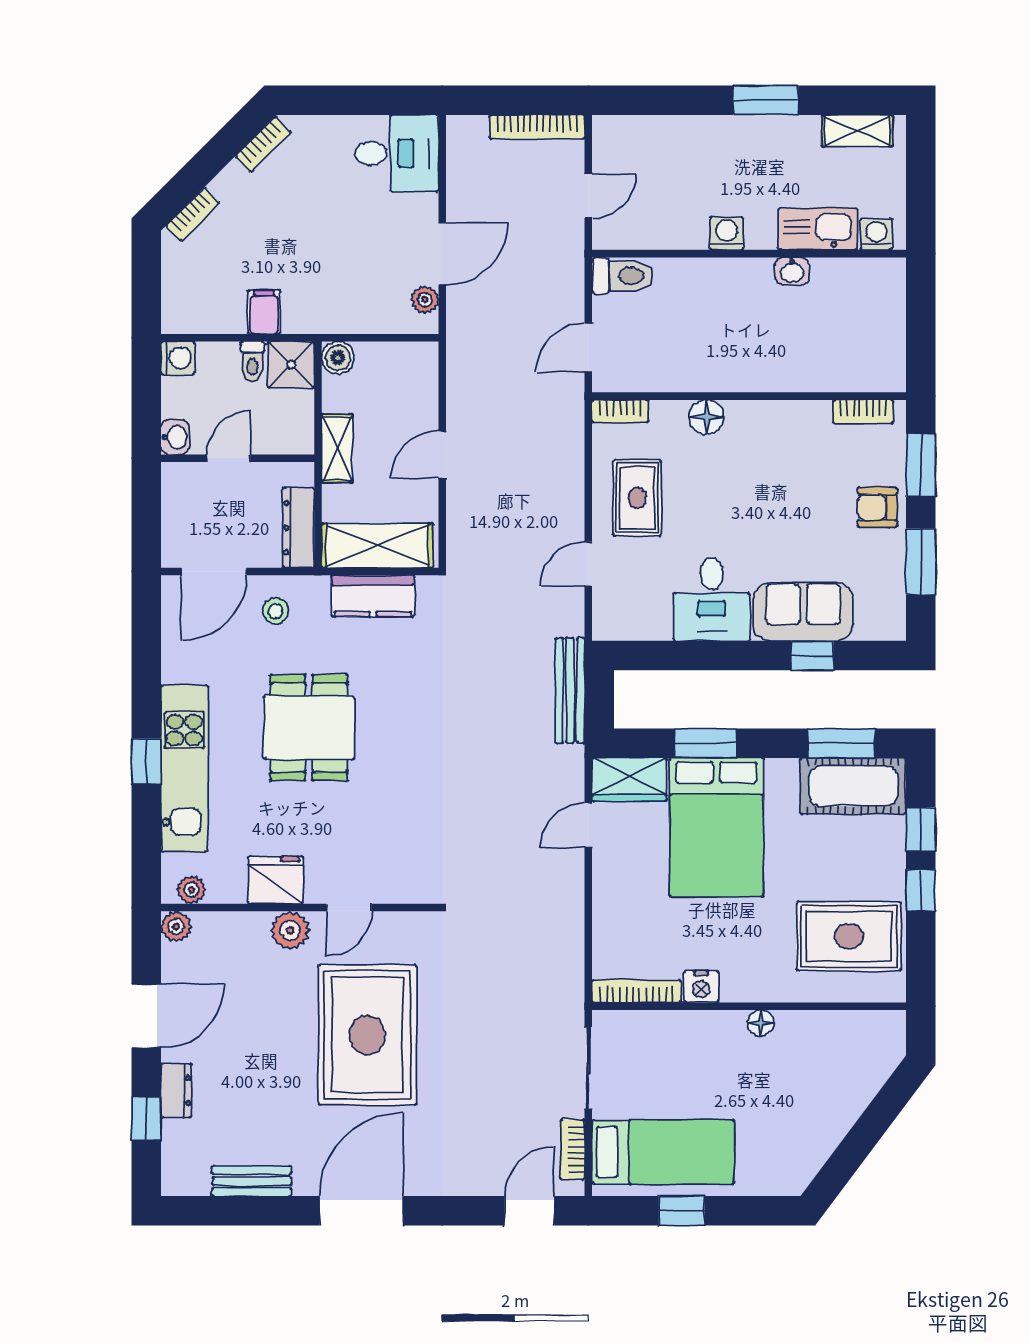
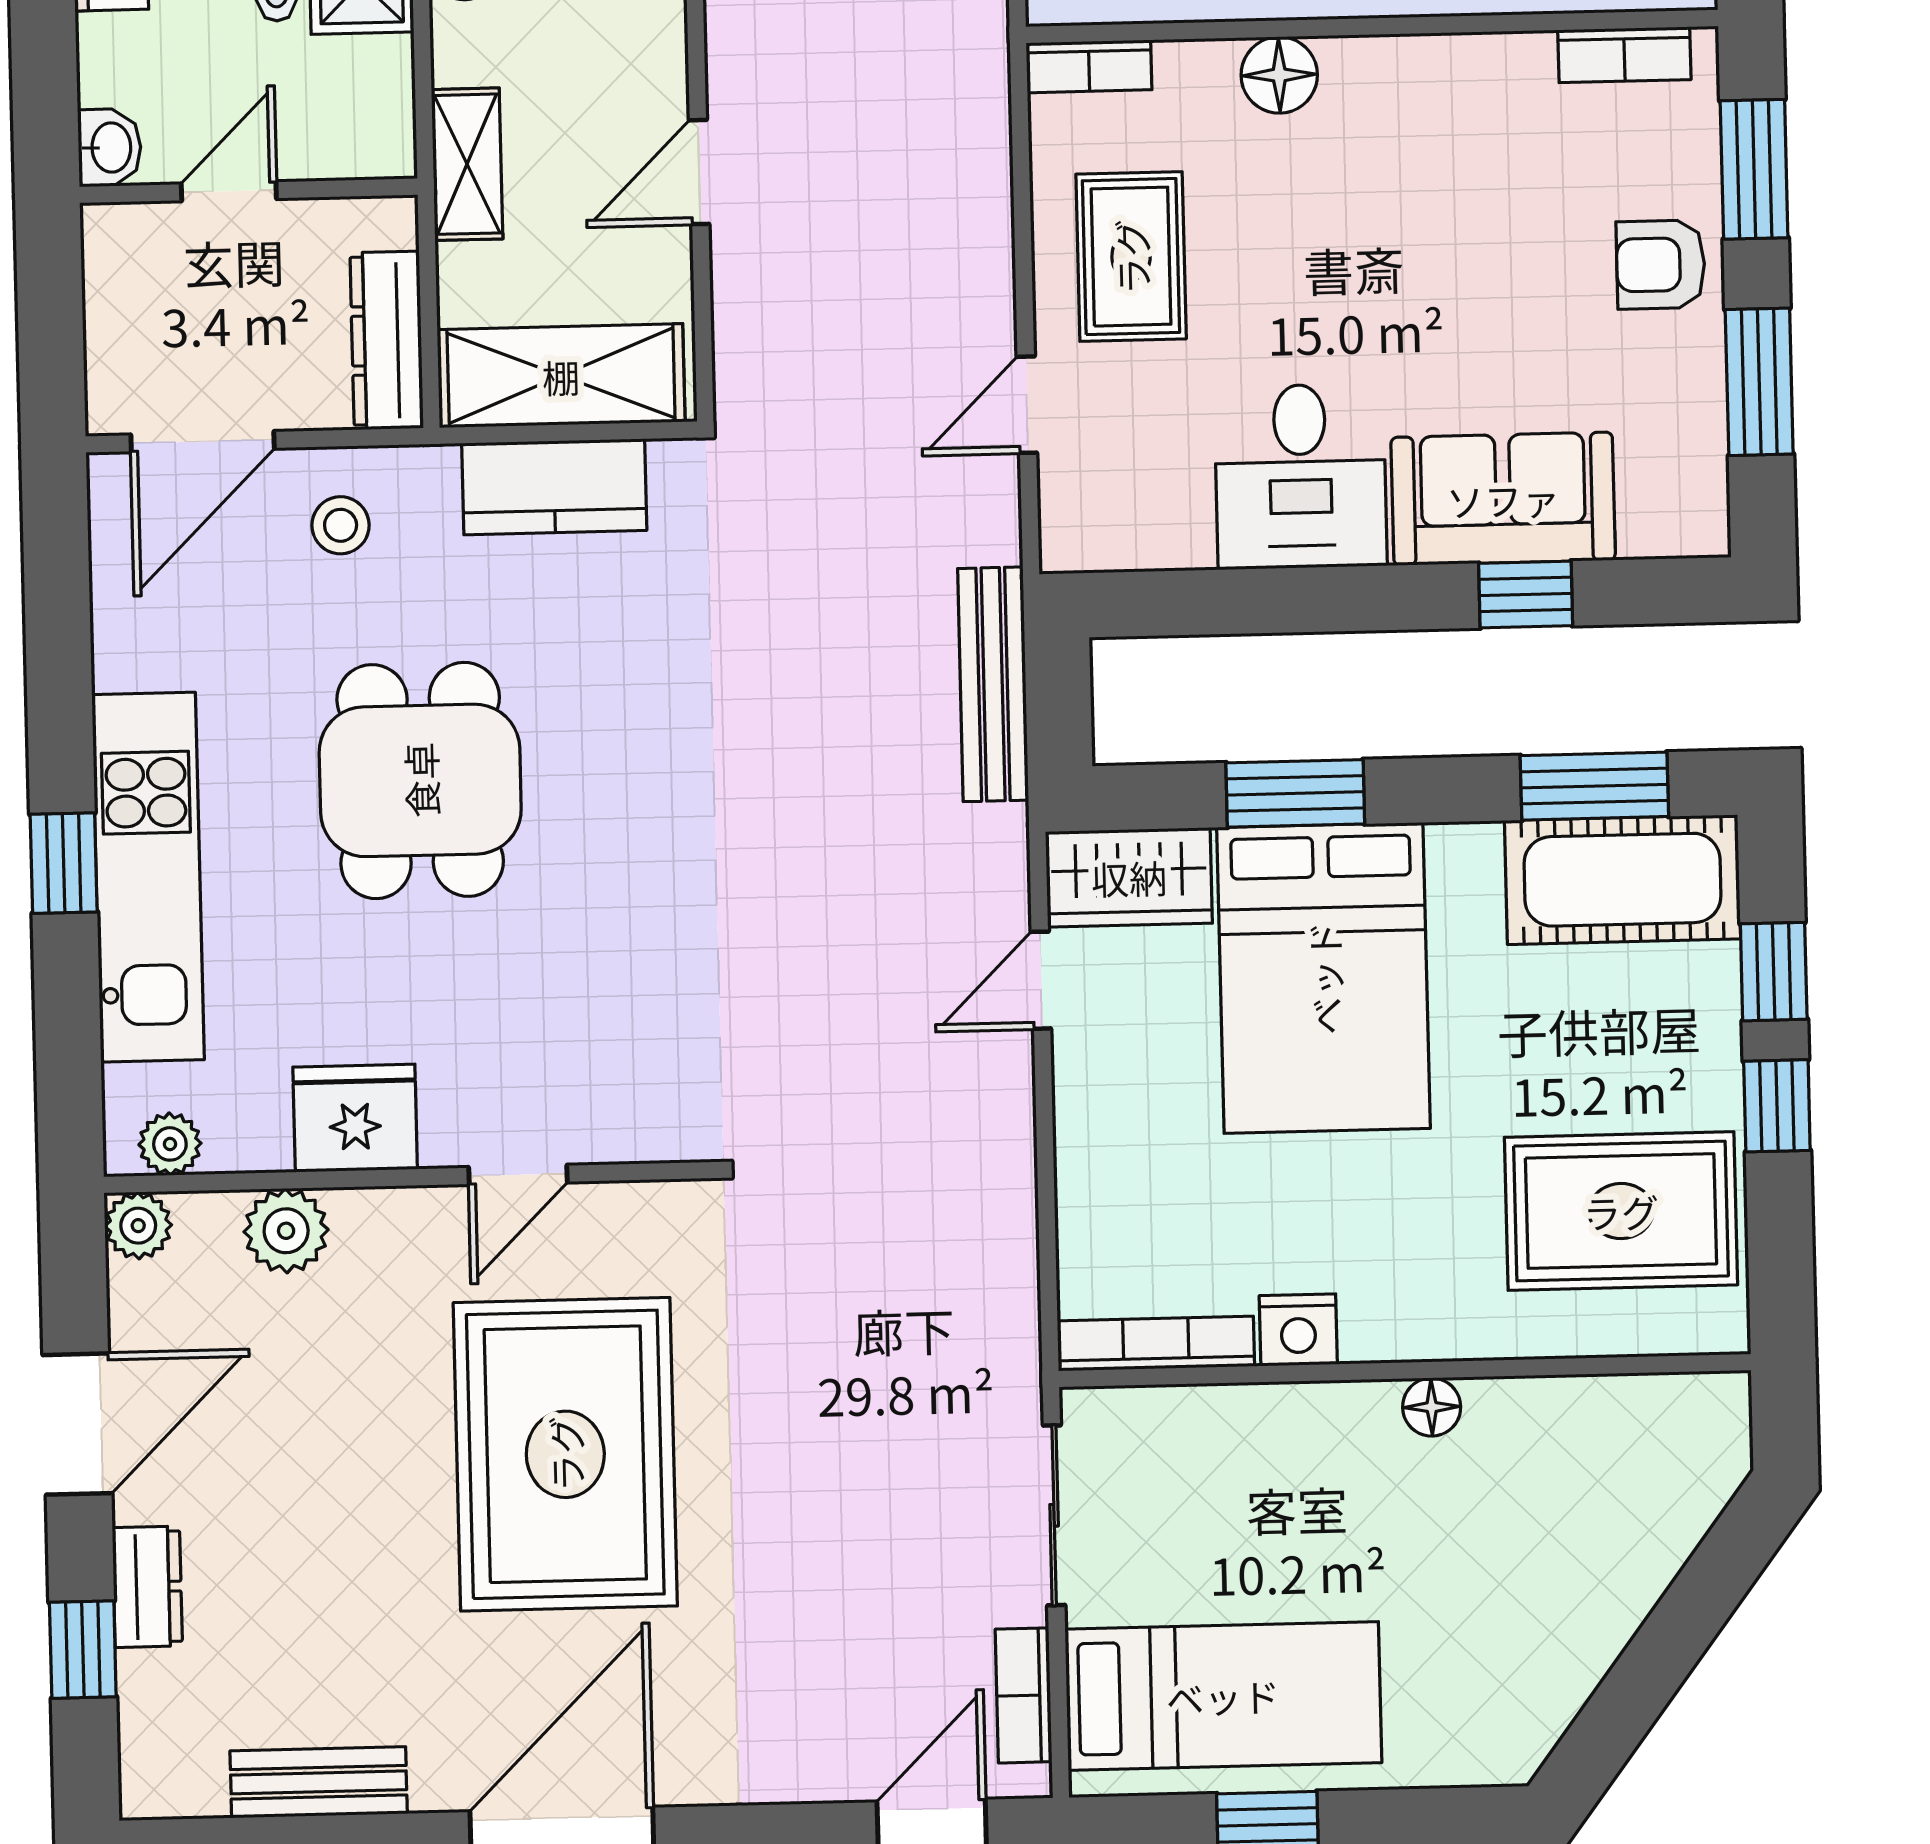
plant: (290, 930) -> (286, 1231), moved

